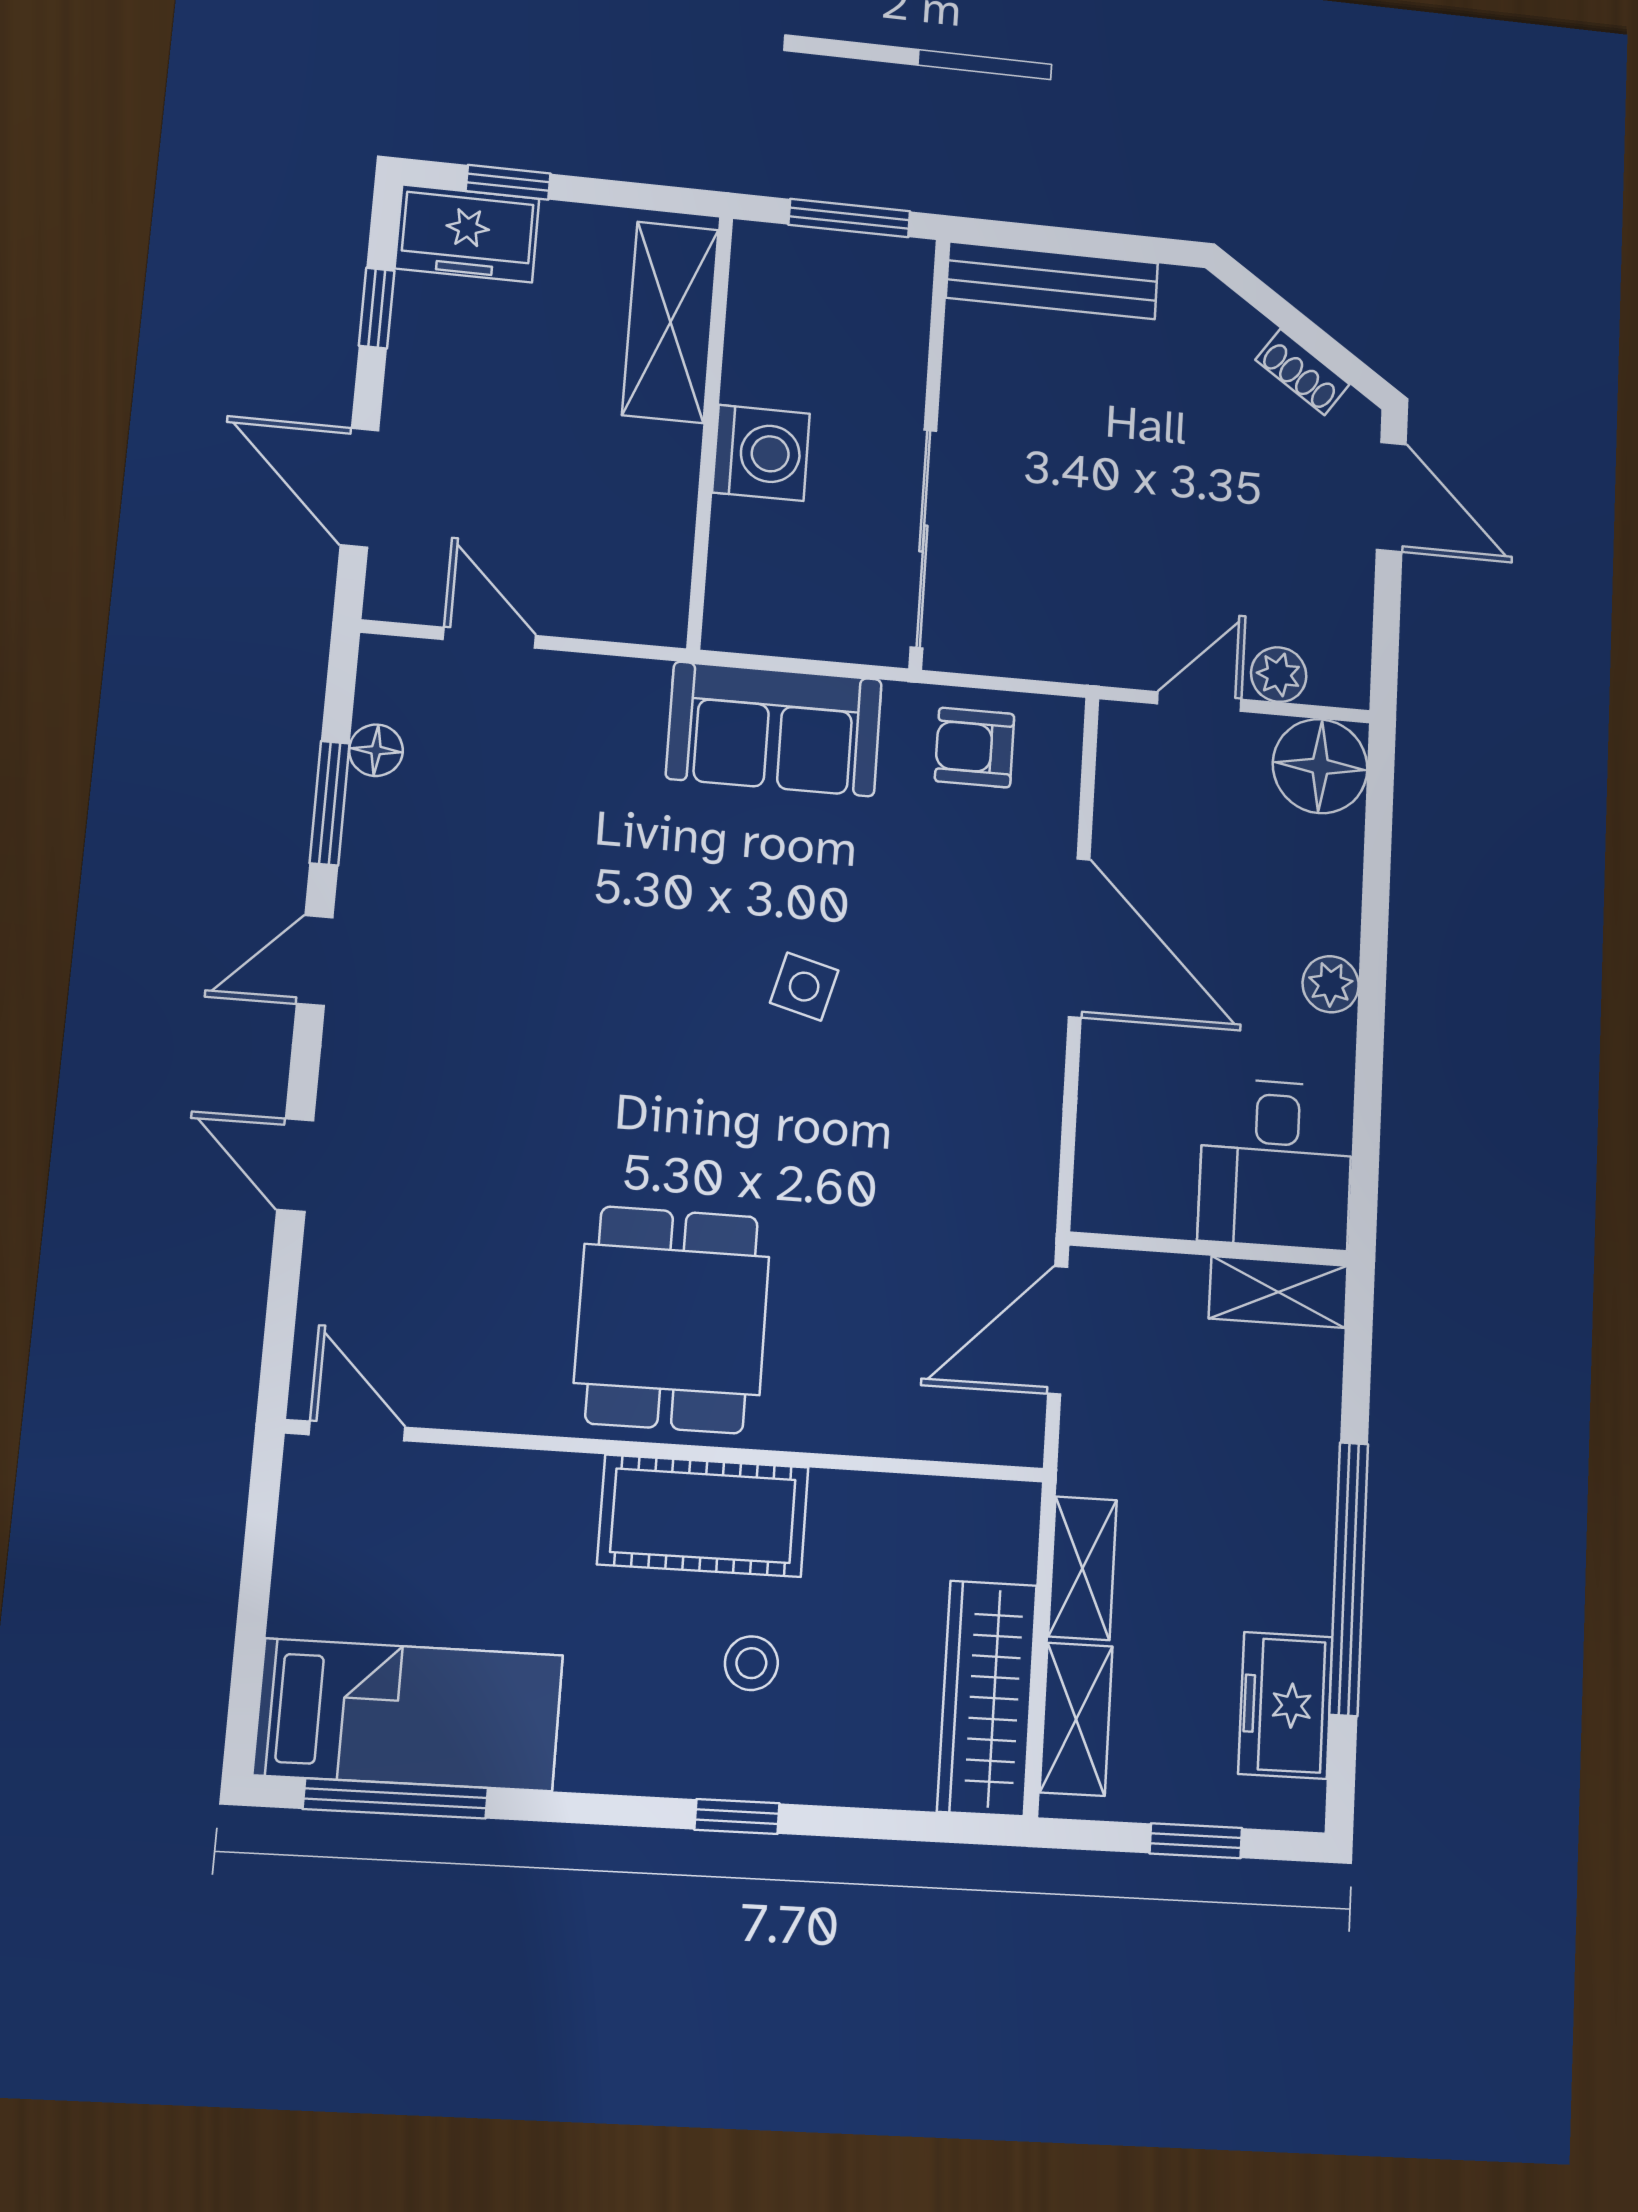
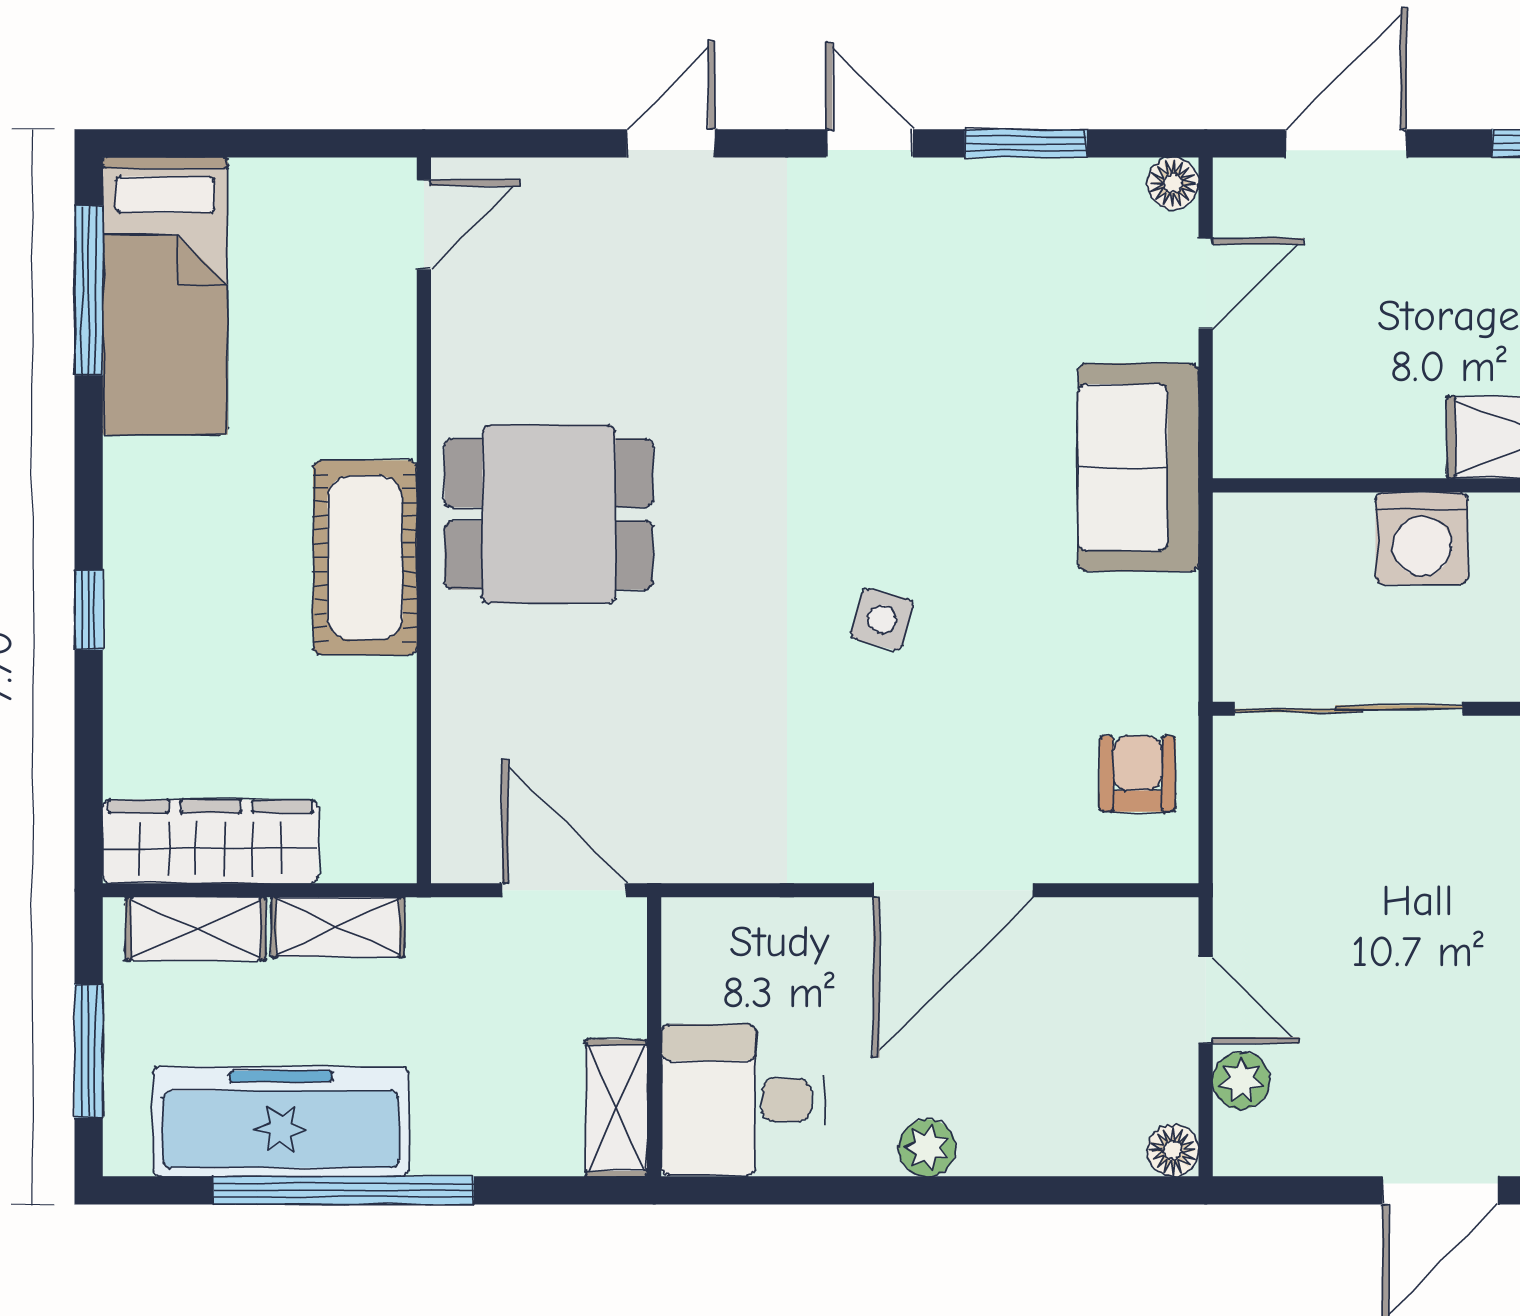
sofa: (774, 729) -> (1139, 467), moved
floor lamp: (376, 750) -> (1173, 183), moved
floor lamp: (1320, 766) -> (1173, 1151), width x0.53, depth x0.53
stool: (751, 1663) -> (230, 614), removed
freezer: (1286, 1705) -> (281, 1121), width x1.91, depth x1.26
window: (1196, 1841) -> (89, 1051), width x1.50

